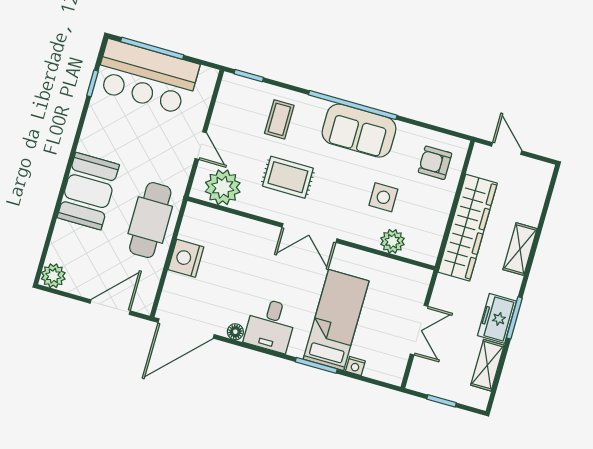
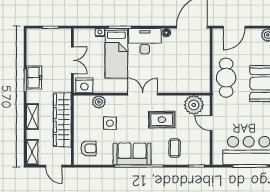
nightstand: (186, 258) -> (84, 85), moved, turned 90
desk: (271, 325) -> (145, 41), width x1.37
double door: (419, 330) -> (72, 60), swing flipped
shelving: (487, 365) -> (32, 152), moved

